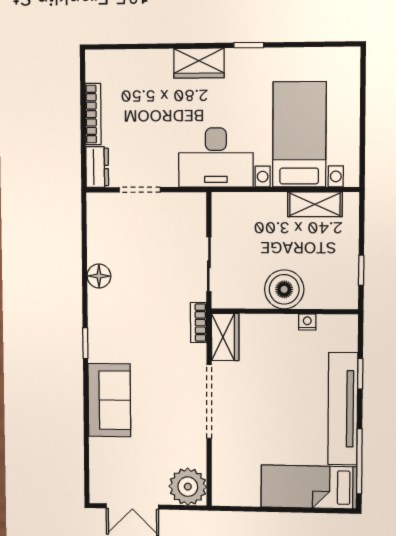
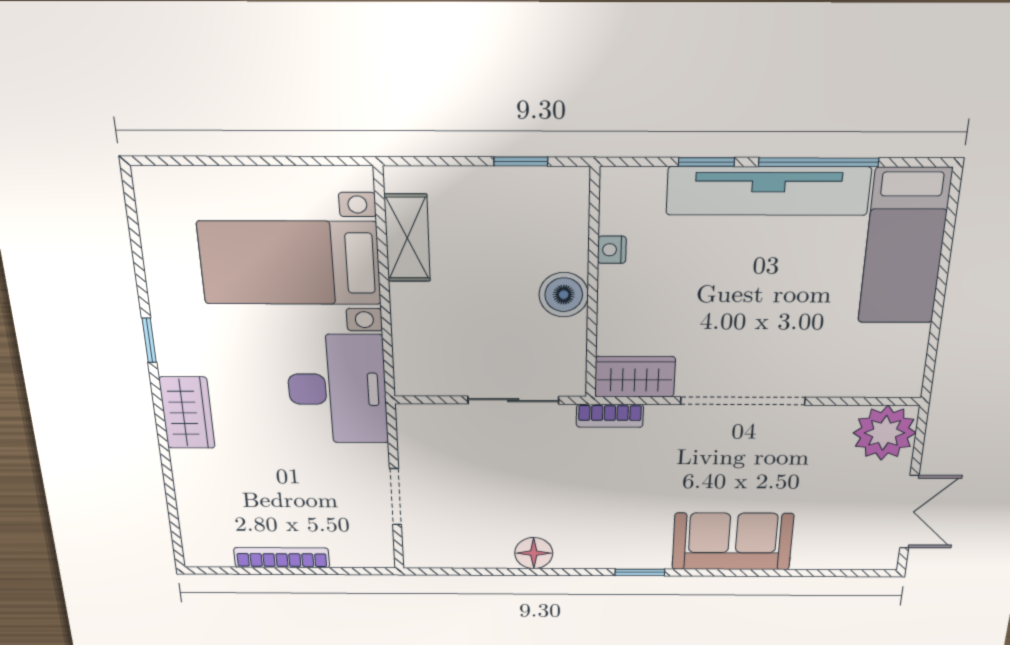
dresser: (97, 167) -> (363, 553), removed
boiler: (284, 289) -> (564, 295), width x0.73, depth x0.73
window: (359, 461) -> (819, 162), moved

